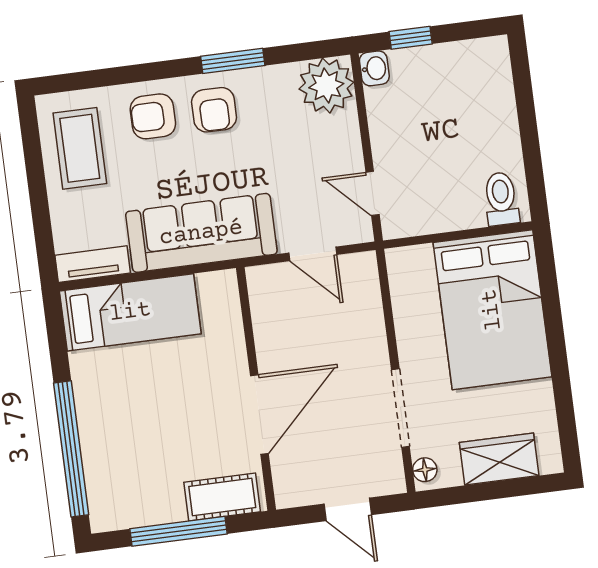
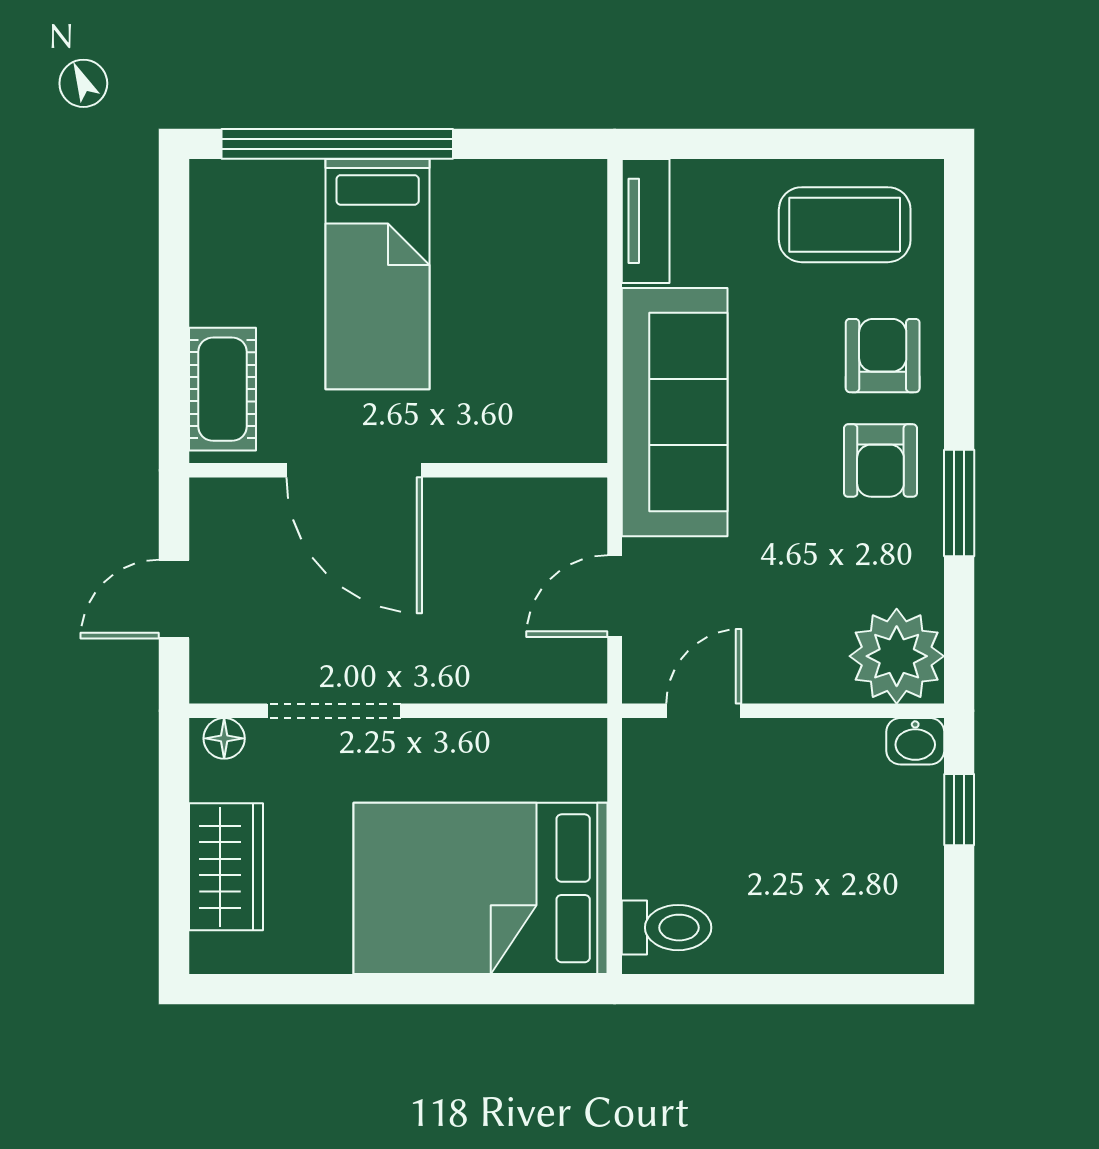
armchair: (214, 110) -> (880, 461), turned -90
bed: (130, 312) -> (378, 274), moved
window: (178, 531) -> (174, 308), removed

